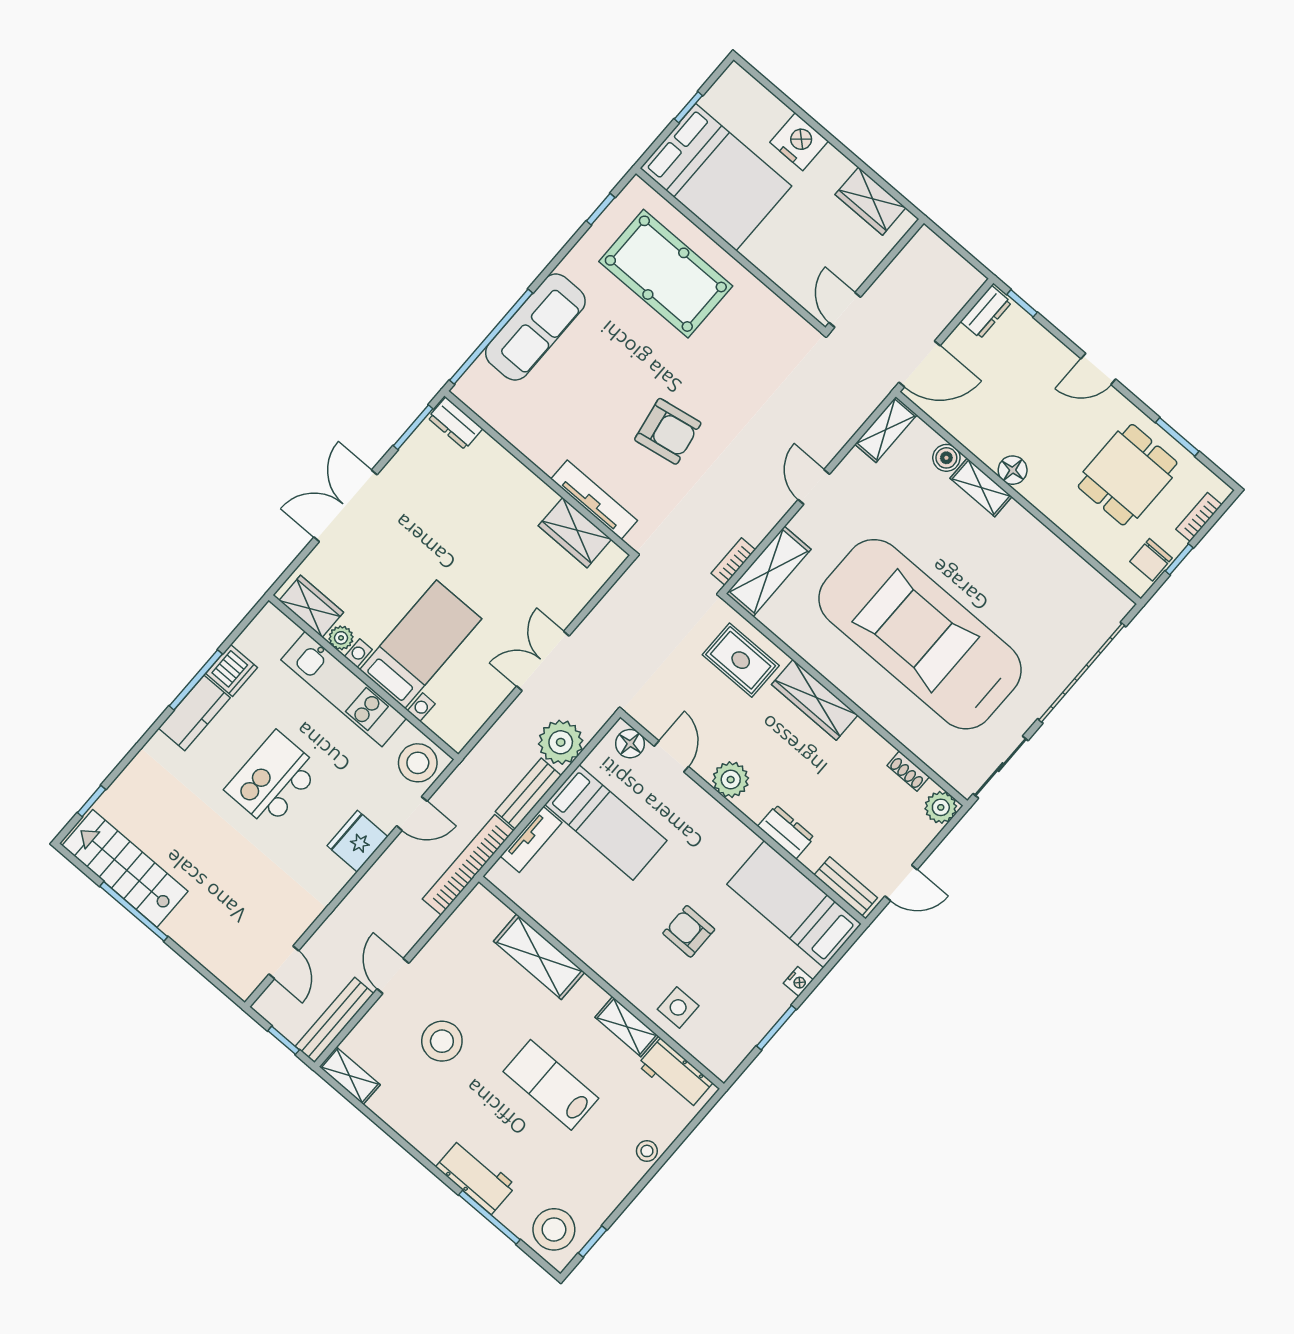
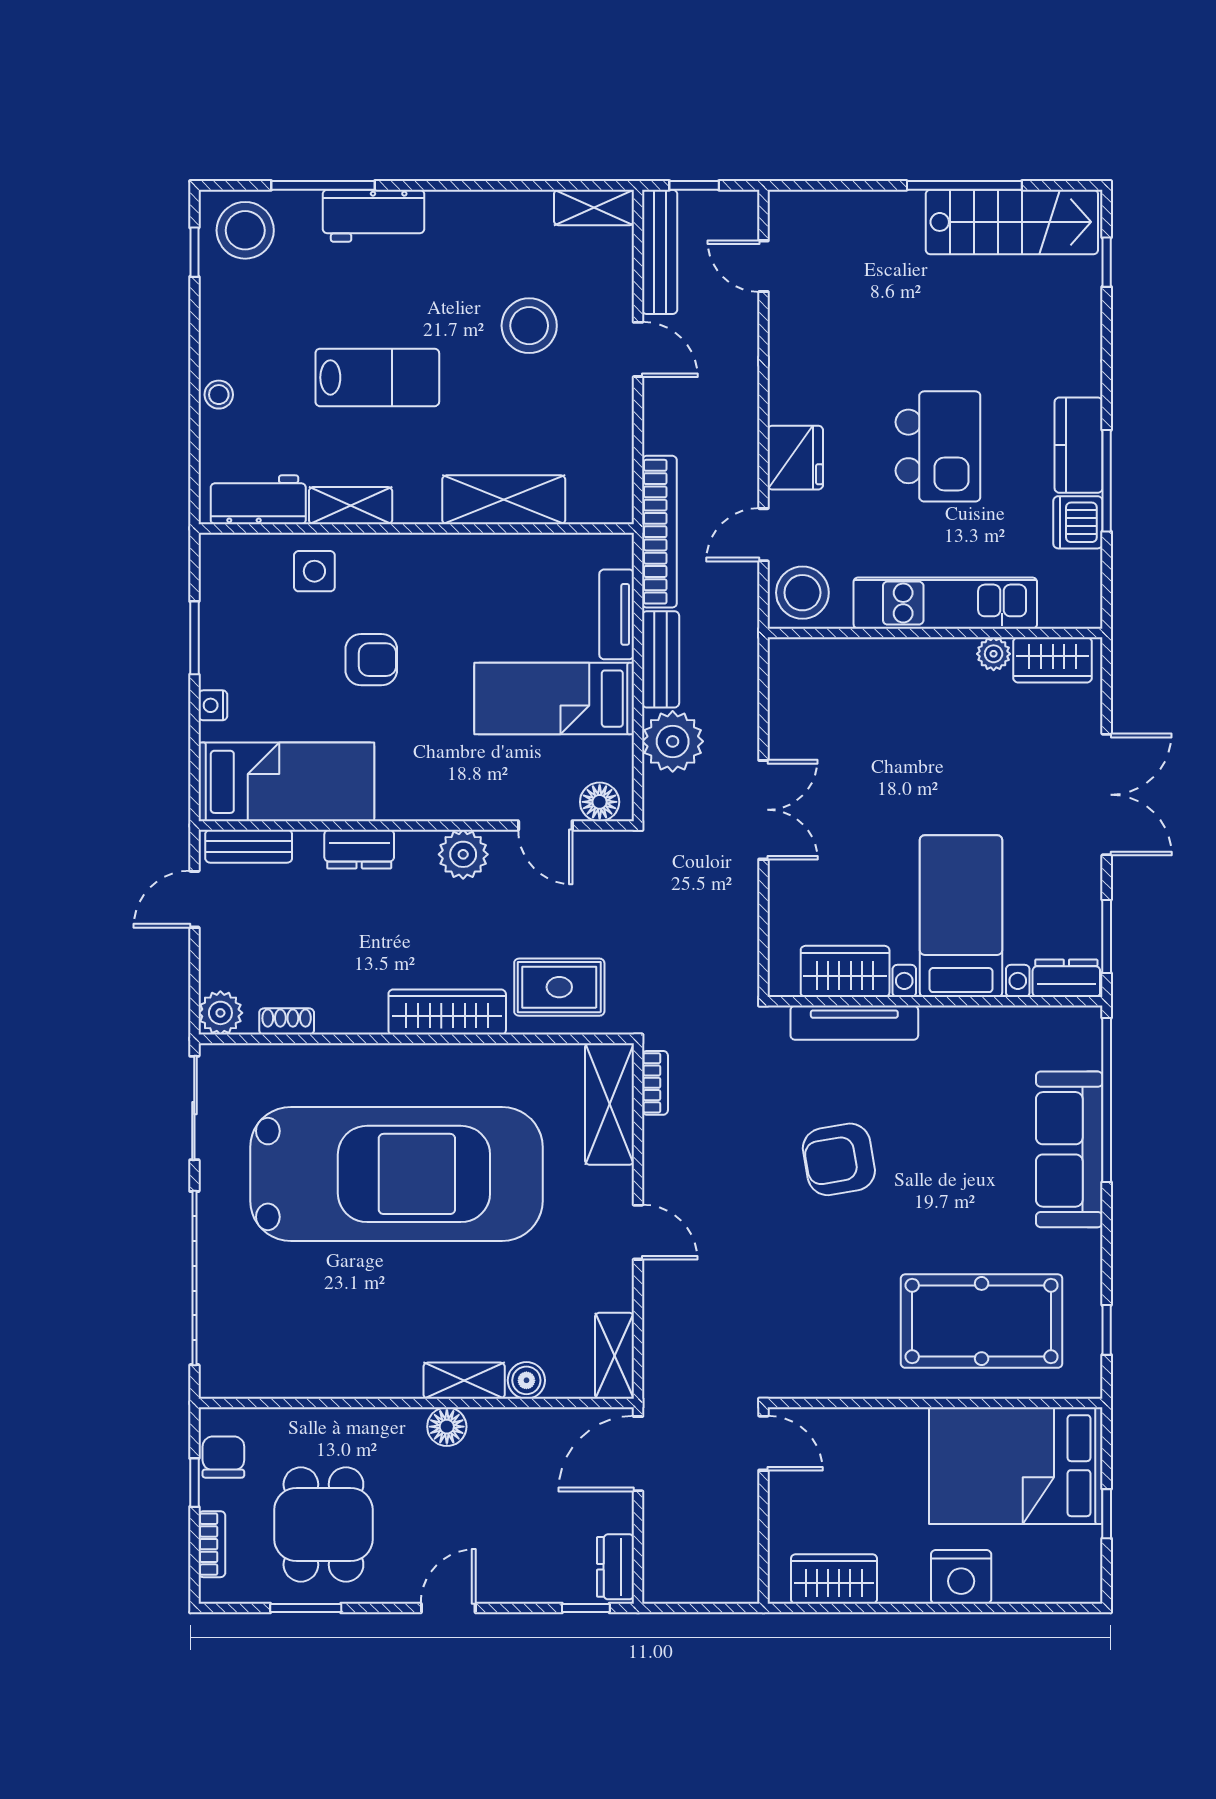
bed with nightstands: (421, 644) -> (961, 916), moved, turned 180

